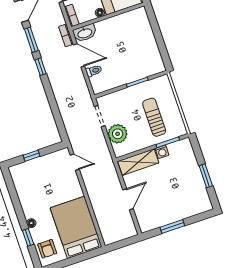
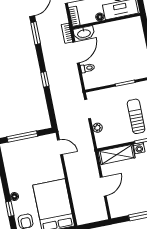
door: (79, 55) -> (76, 52), hinge flipped
window: (40, 67) -> (45, 79), moved
plant: (118, 134) -> (98, 128), width x0.53, depth x0.53
window: (31, 156) -> (22, 136), width x2.17

